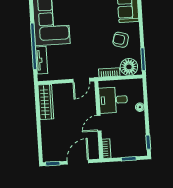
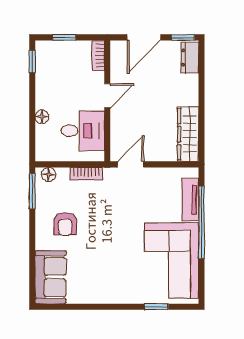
armchair: (121, 40) -> (65, 224), turned 74
floor lamp: (129, 67) -> (49, 174), width x0.53, depth x0.53
dresser: (48, 151) -> (190, 58), added

